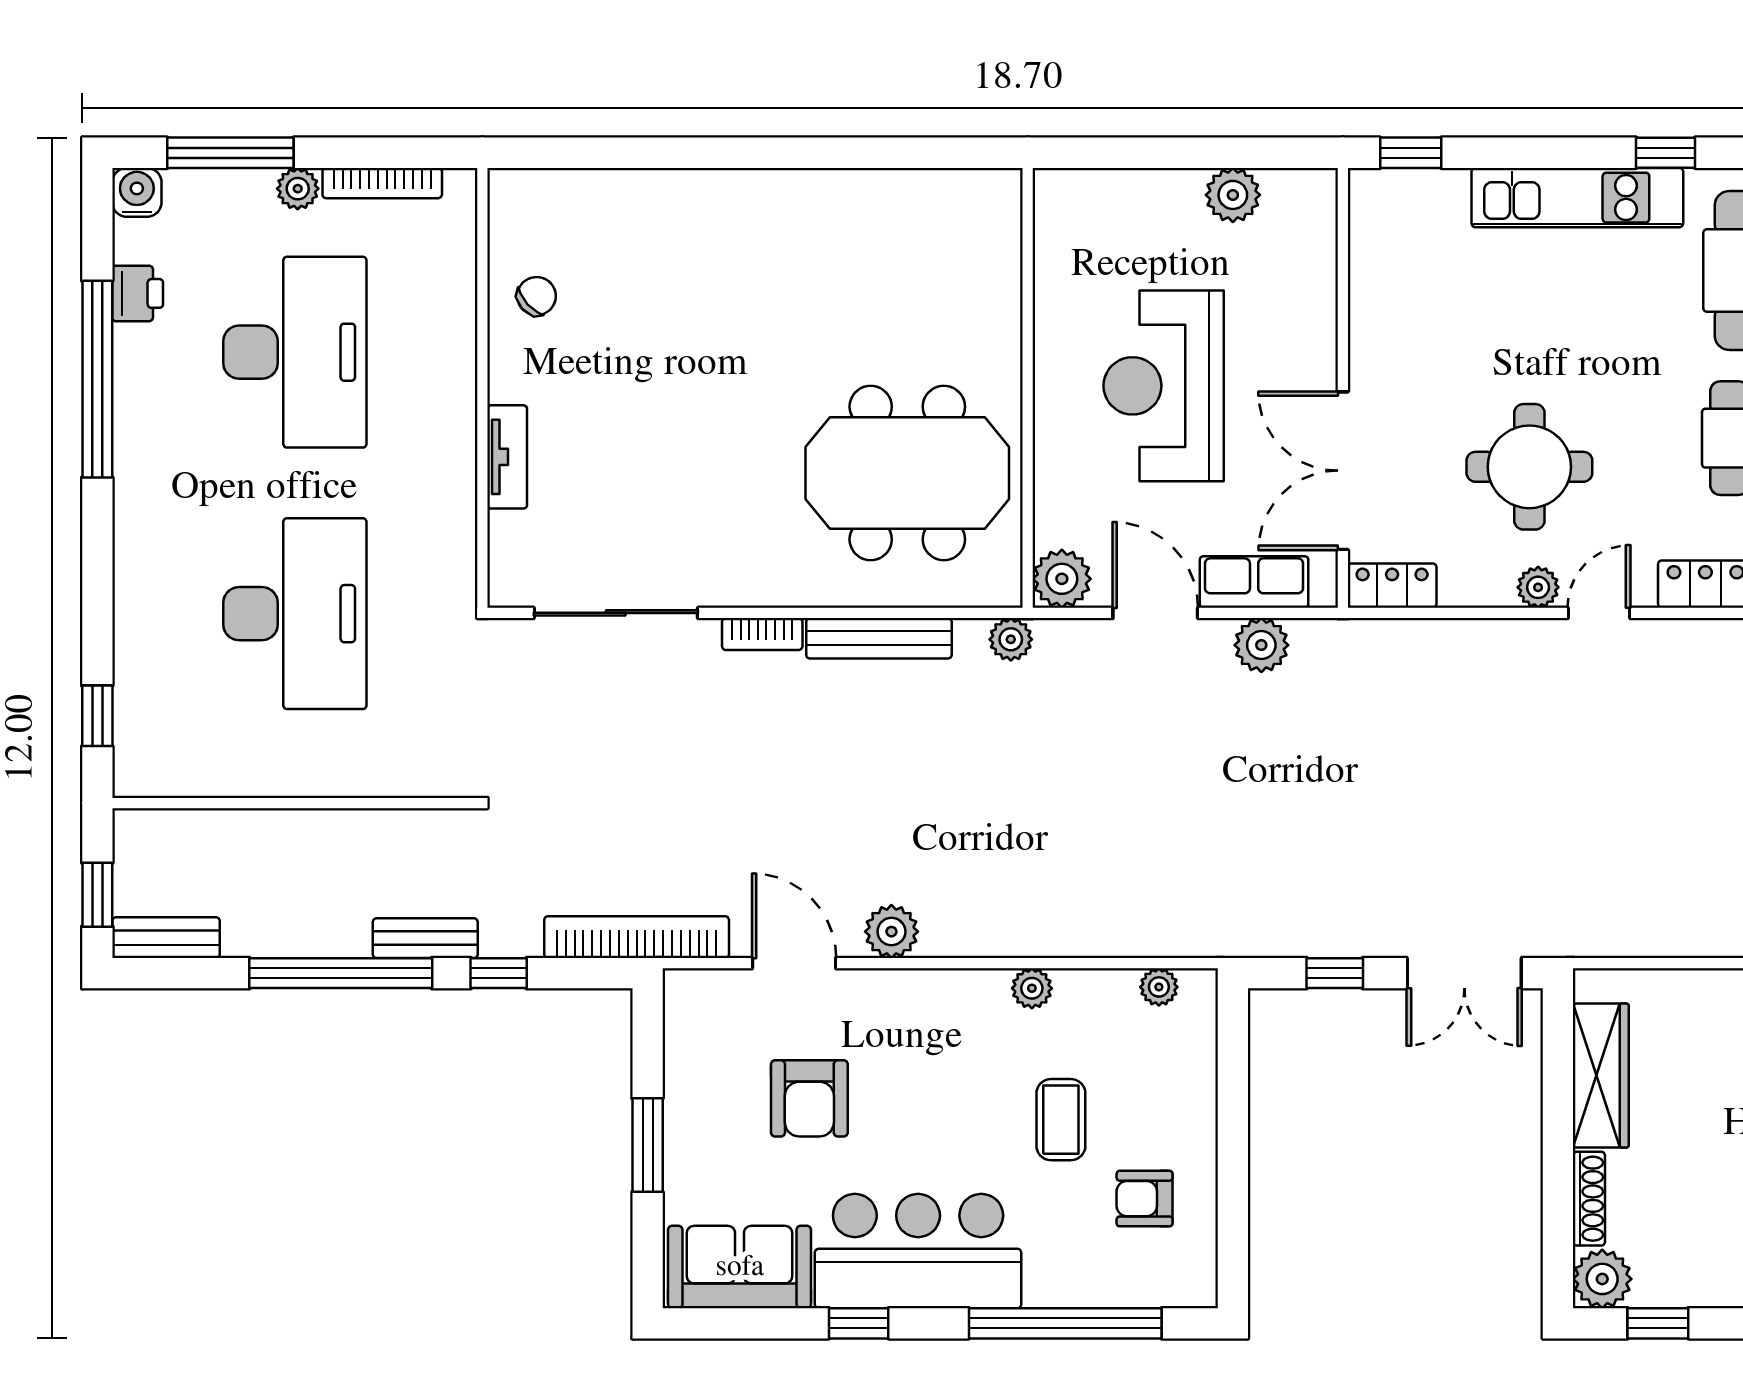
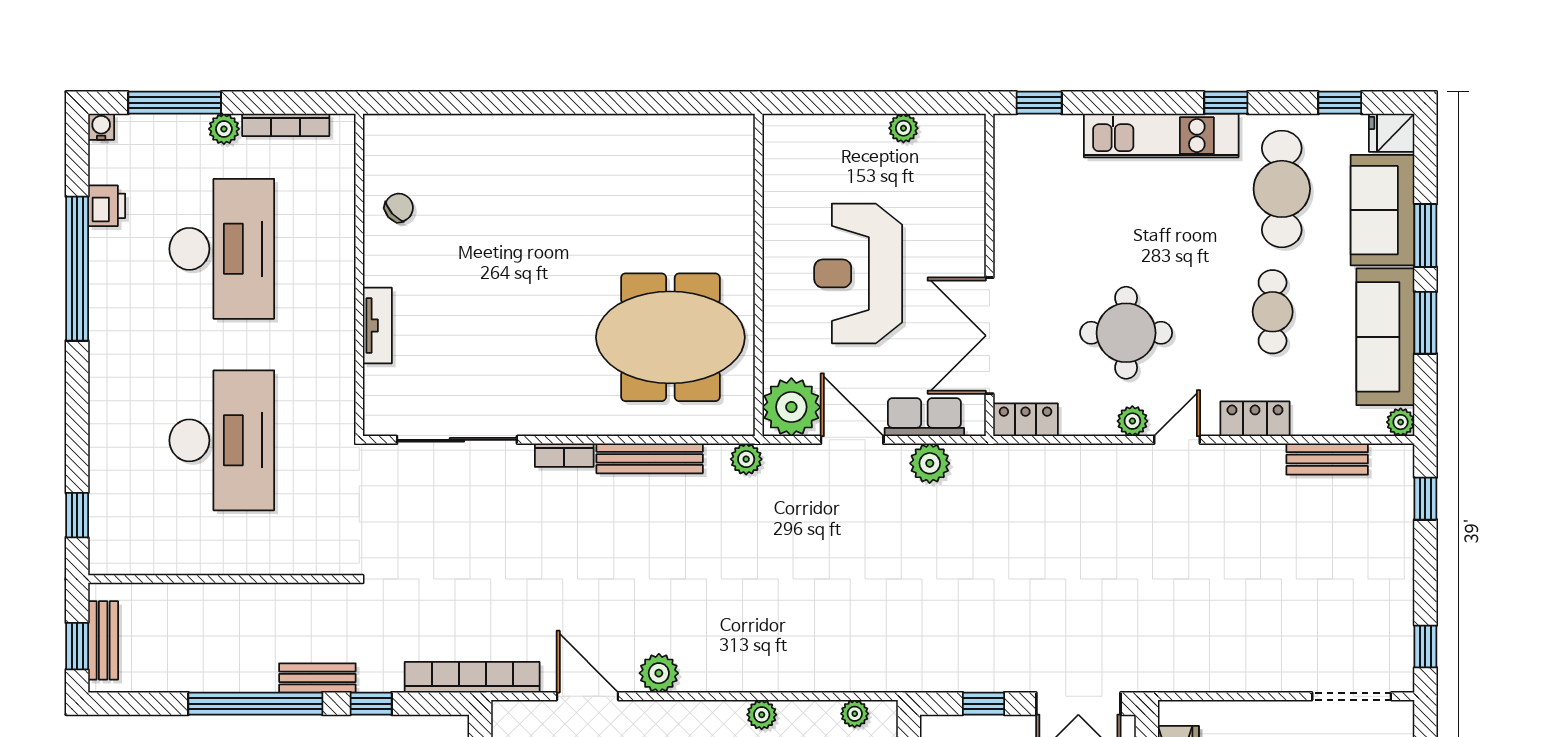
water cooler: (137, 192) -> (101, 127), width x0.72, depth x0.72
plant: (1233, 195) -> (903, 128), width x0.73, depth x0.73
plant: (1062, 579) -> (791, 407), width x1.36, depth x1.36
bench: (166, 938) -> (103, 640), moved, turned 90

